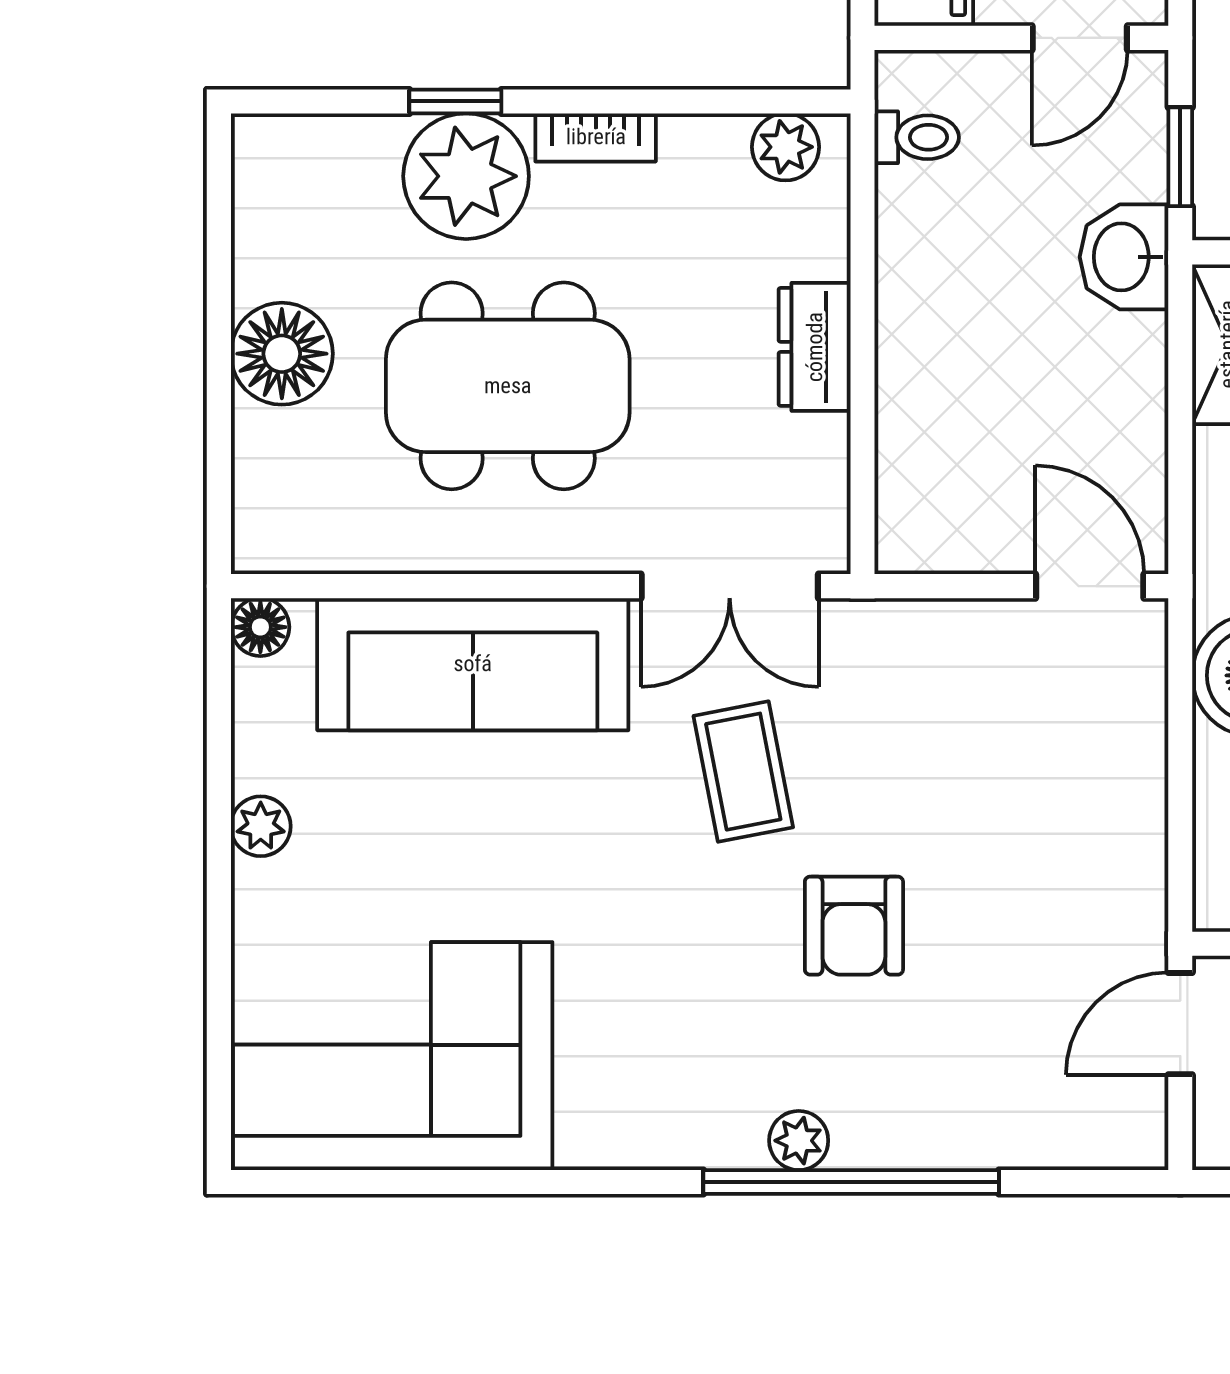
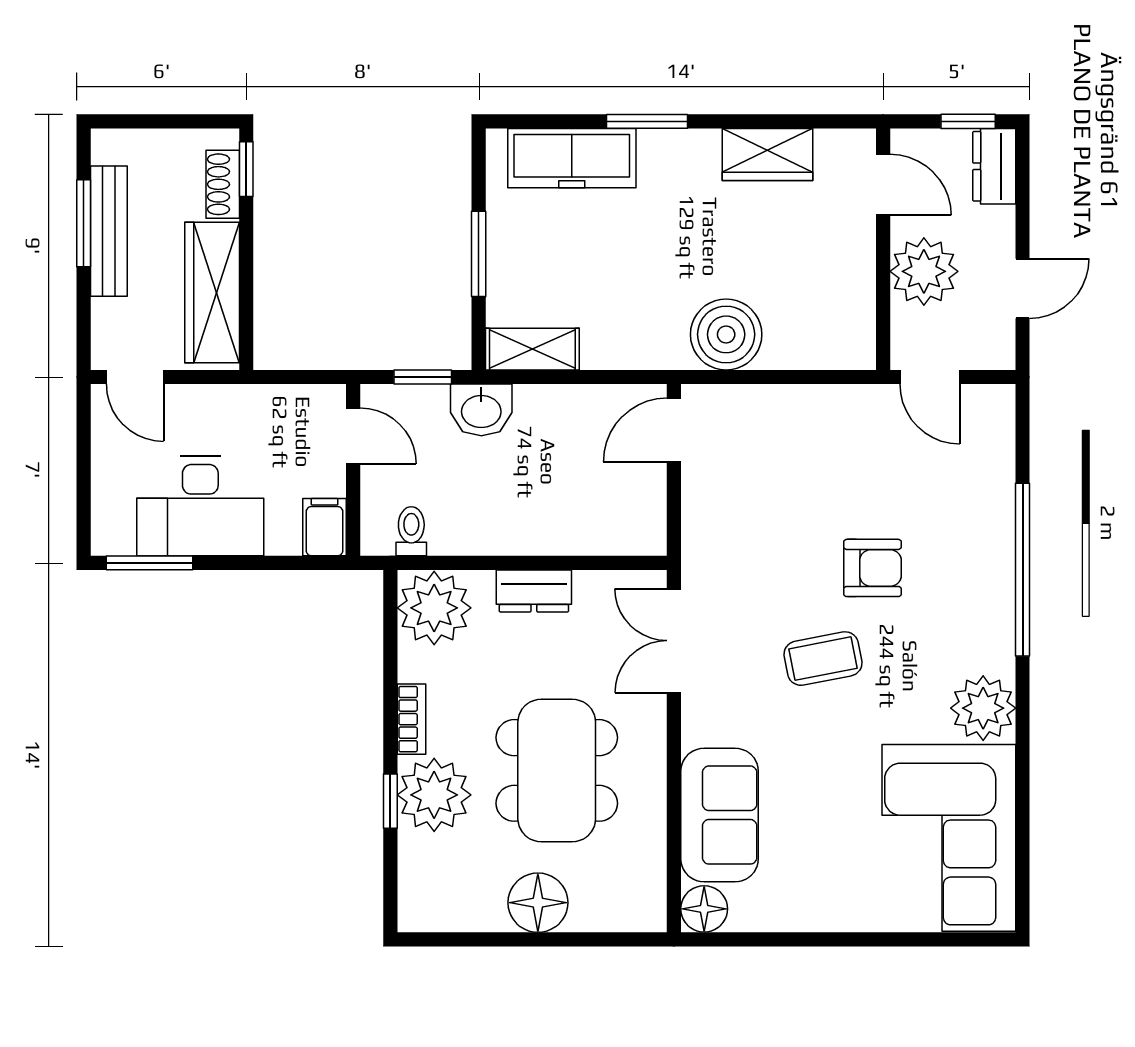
plant: (785, 147) -> (434, 608), width x1.87, depth x1.87
double door: (730, 586) -> (674, 641), swing flipped
floor lamp: (260, 627) -> (704, 909), width x1.37, depth x1.37
sofa: (473, 664) -> (720, 815), width x0.73
coffee table: (743, 772) -> (823, 659), moved
plant: (261, 826) -> (814, 915), removed
plant: (799, 1141) -> (983, 708), moved, width x1.87, depth x1.87

